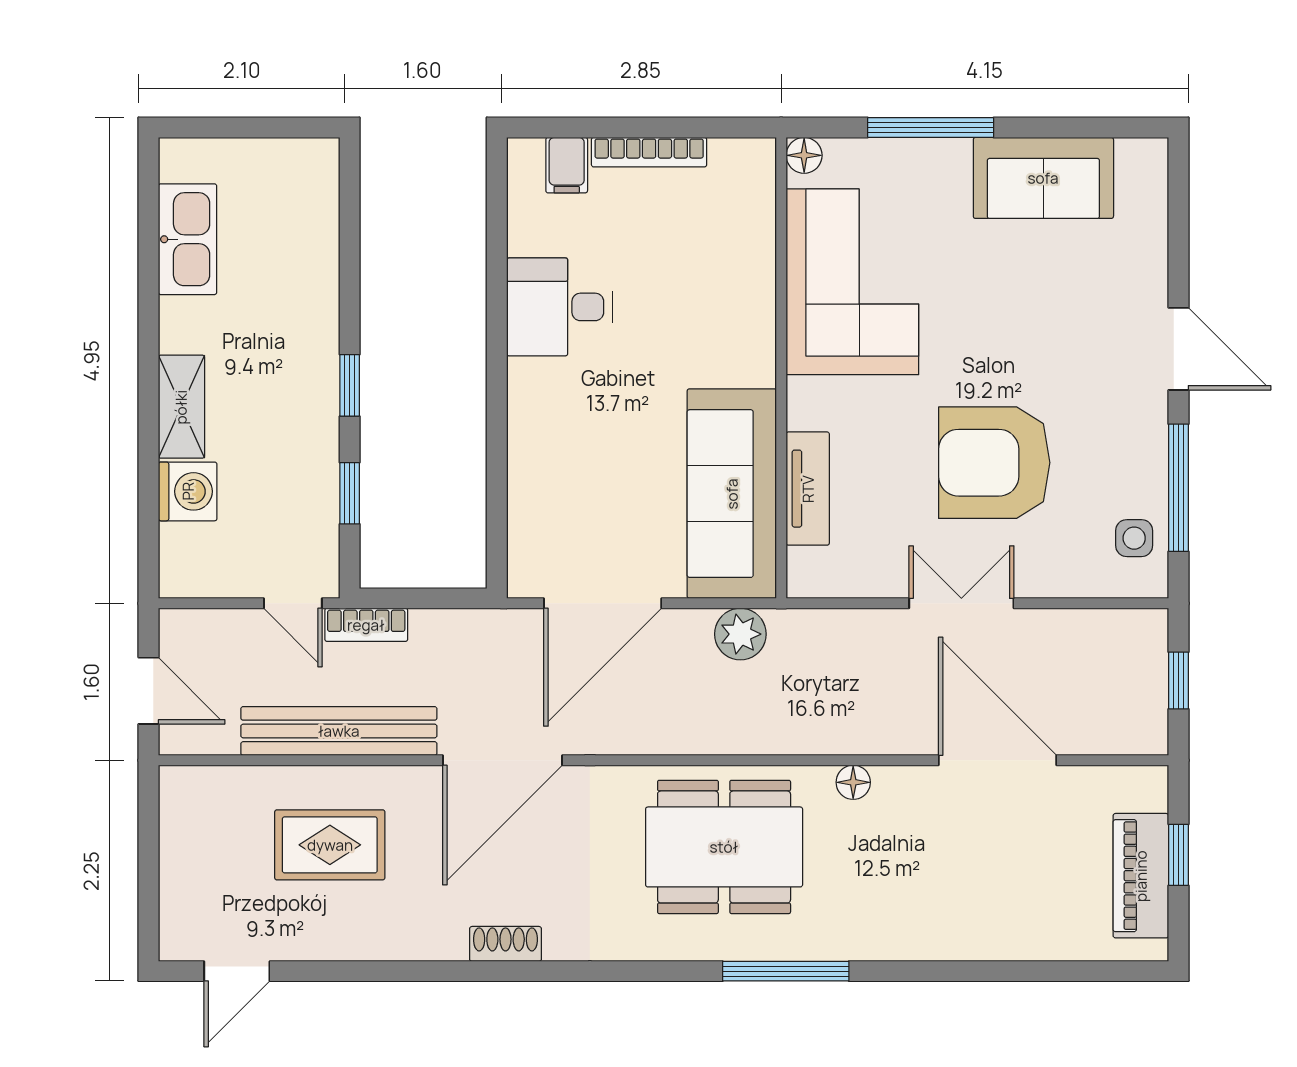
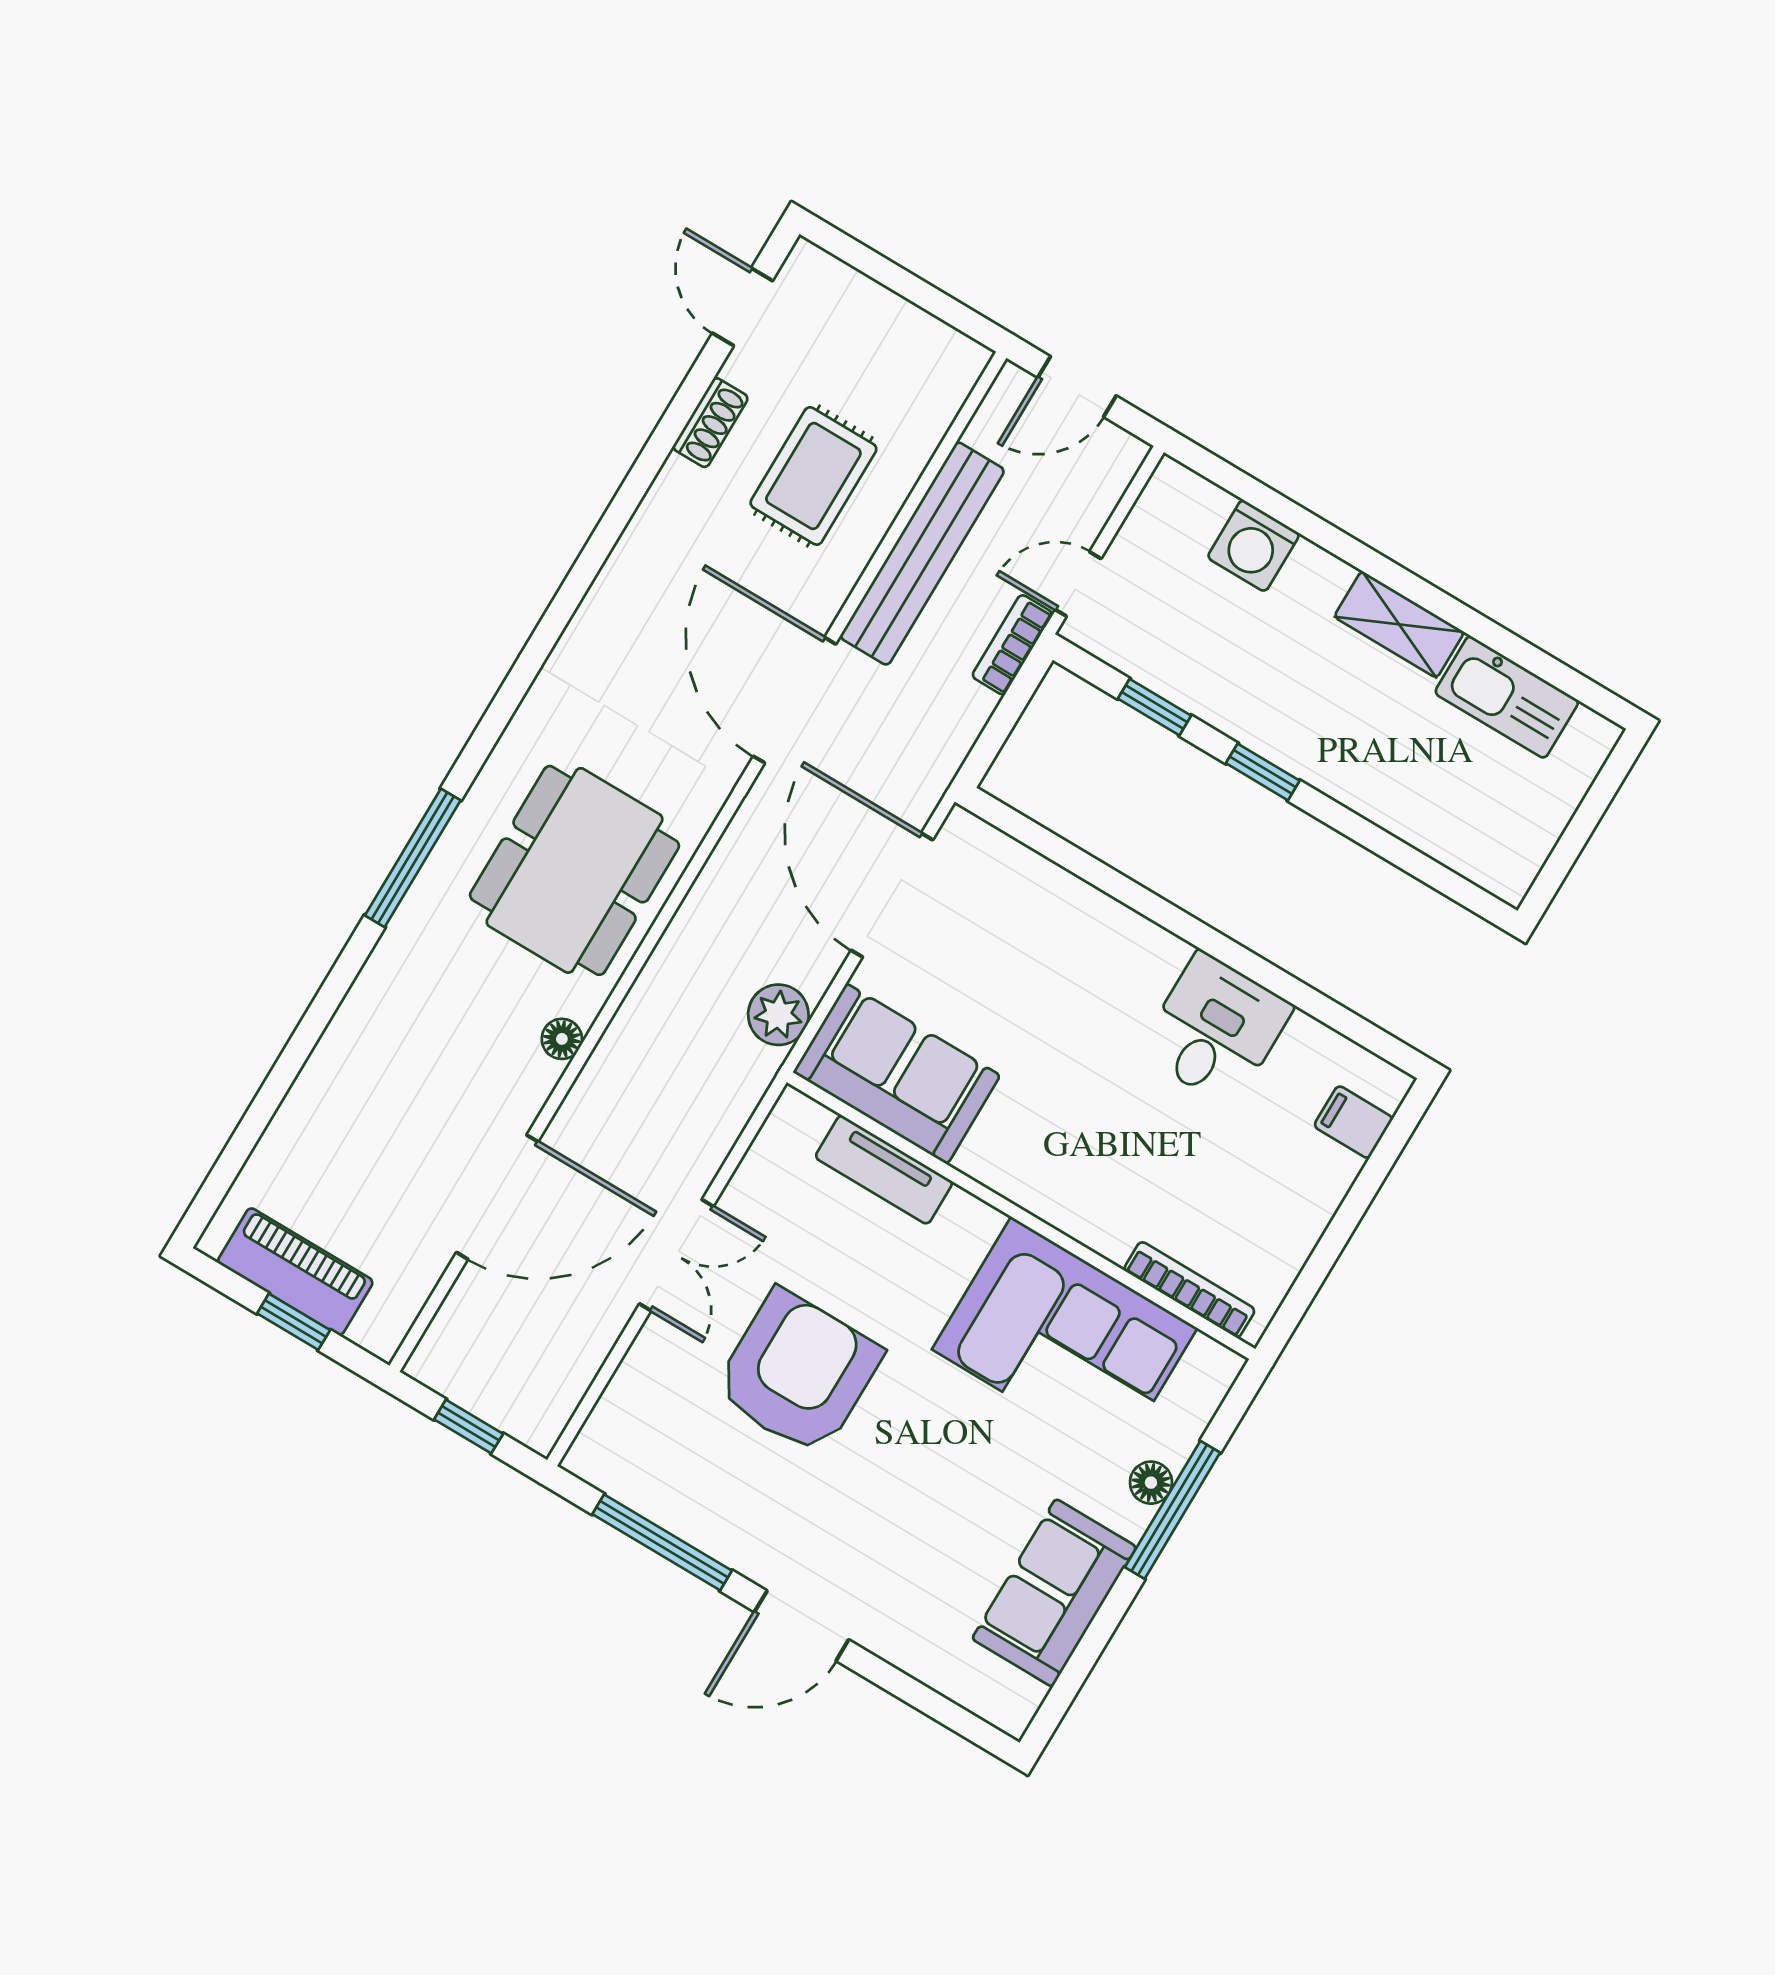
bookcase: (649, 152) -> (1189, 1290), moved, turned 90
floor lamp: (804, 155) -> (1151, 1483), moved
shelving: (181, 407) -> (1399, 624), moved
sofa: (732, 494) -> (897, 1074), width x0.73
side table: (1134, 538) -> (638, 1468), removed
shoe rack: (506, 944) -> (710, 423), moved

